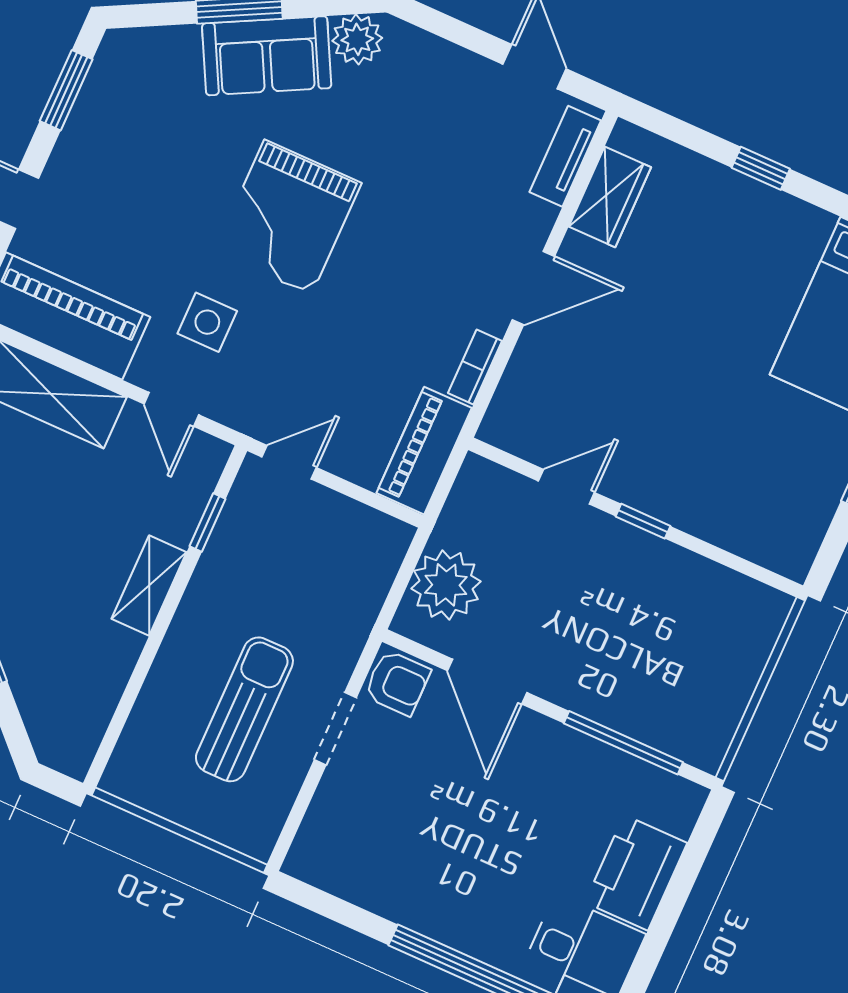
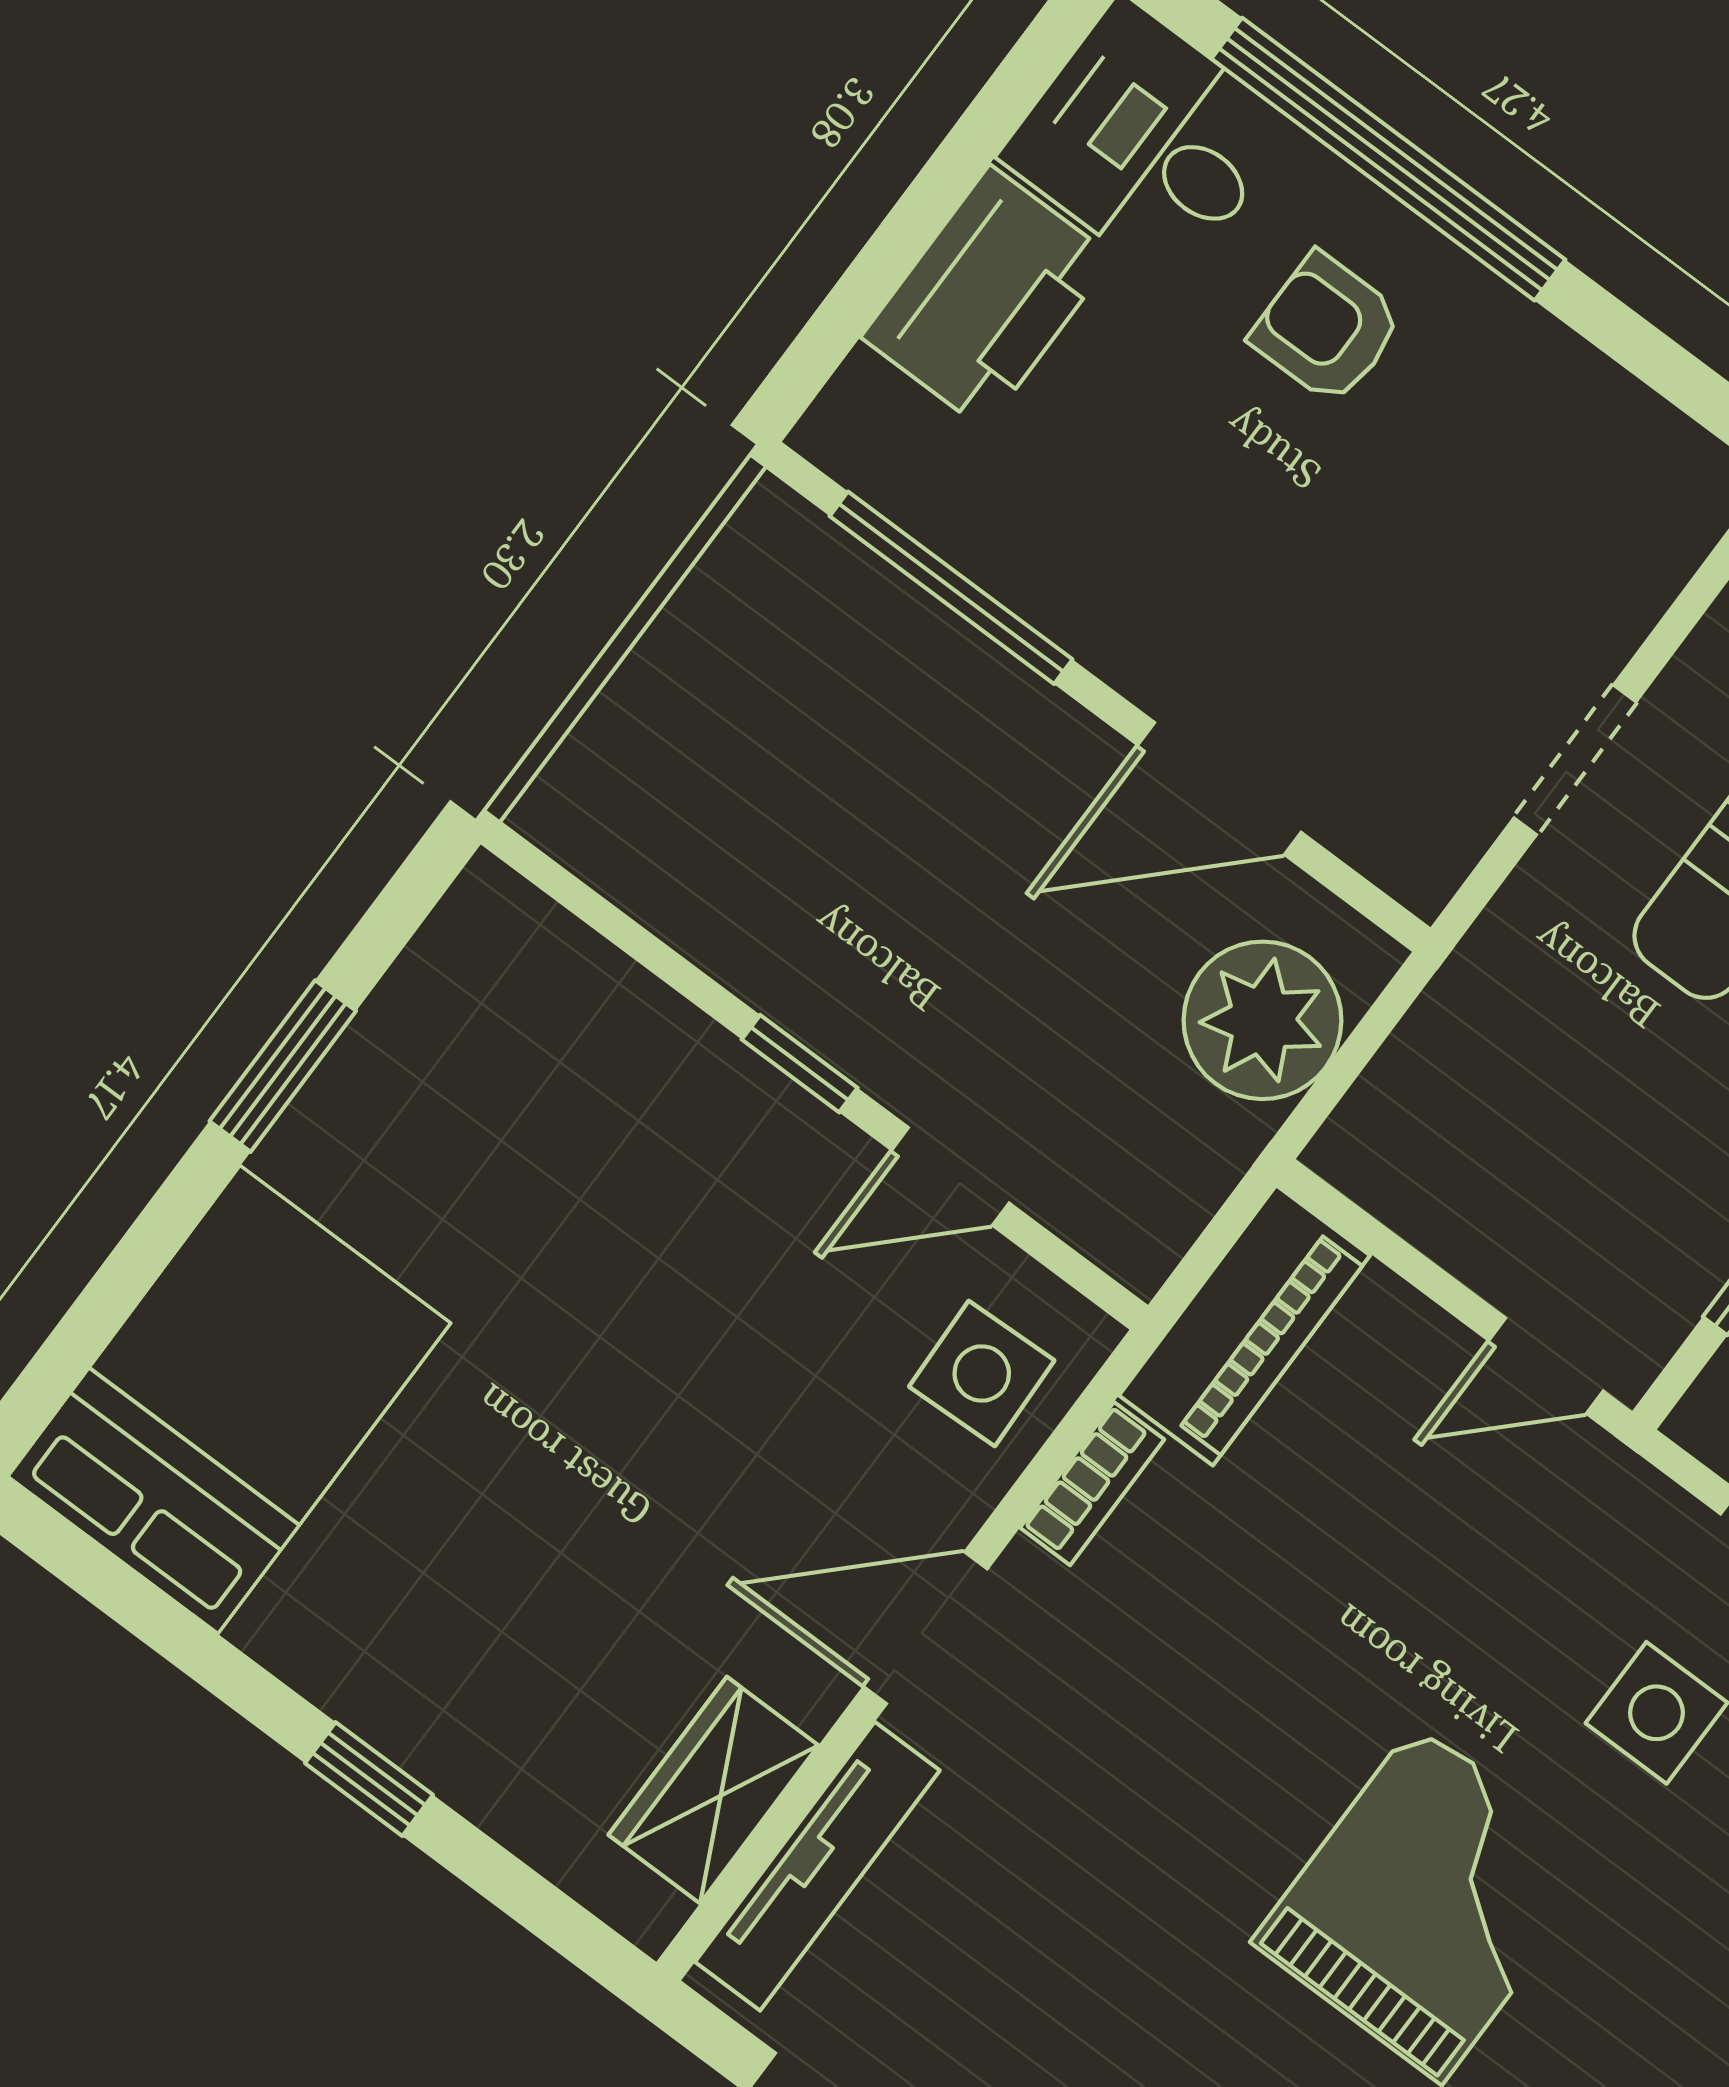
tv unit: (565, 156) -> (817, 1866), width x1.41
side table: (534, 404) -> (982, 1373), added
door: (487, 682) -> (1220, 789), swing flipped
armchair: (397, 683) -> (1327, 328), moved

